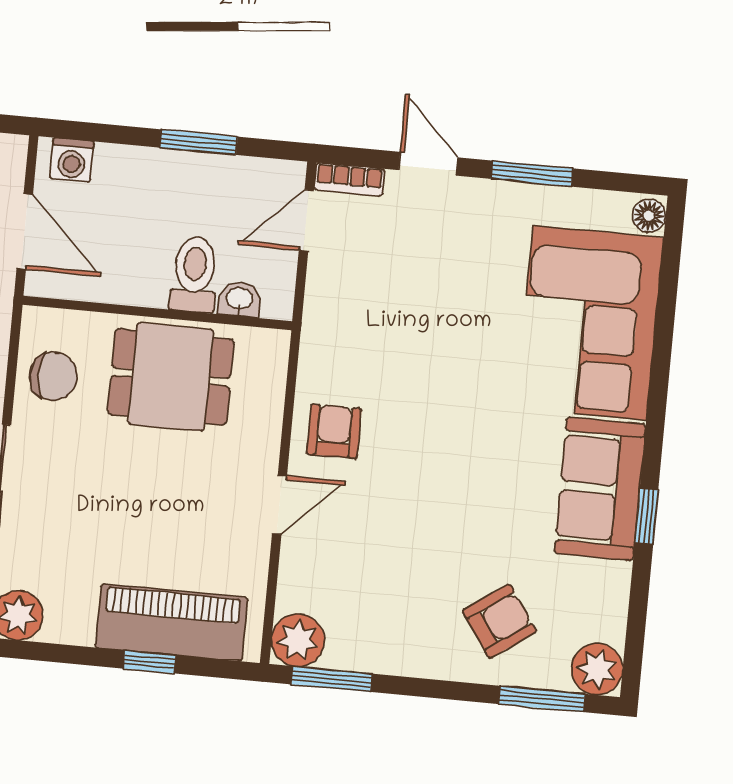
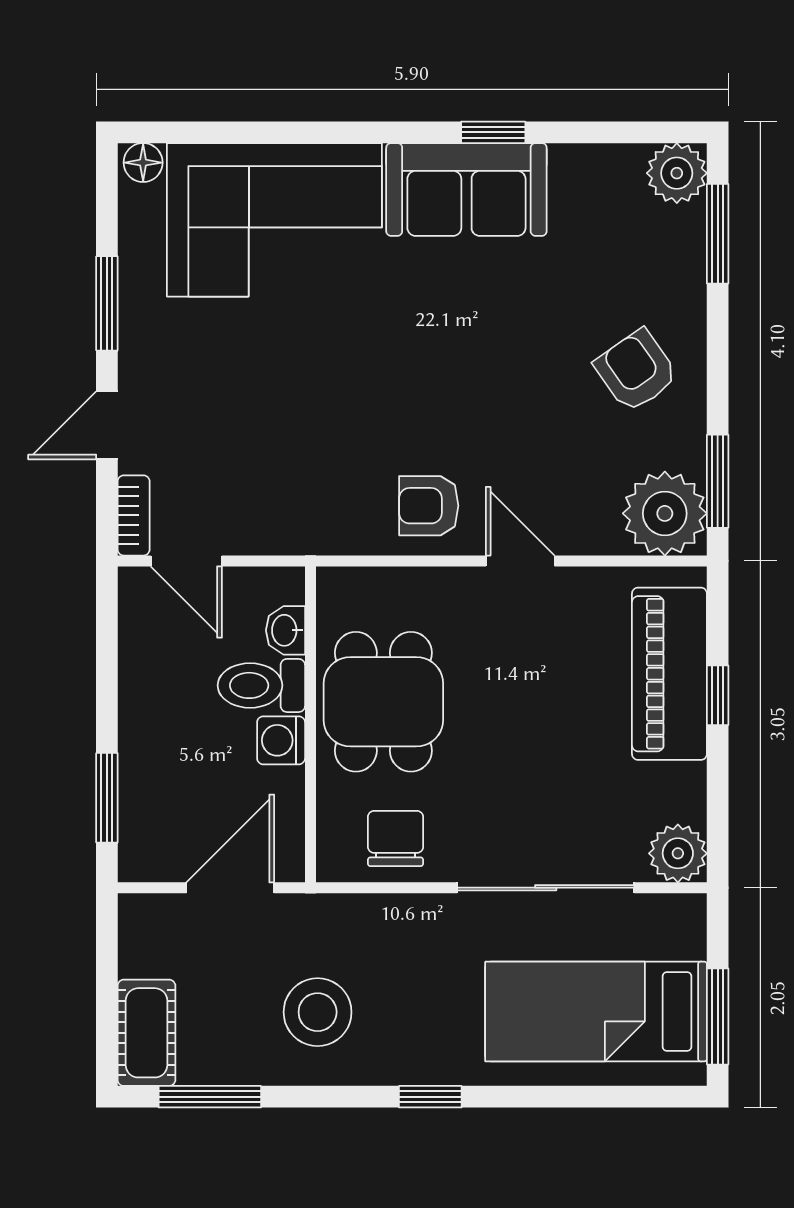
window: (199, 142) -> (107, 798), moved
washing machine: (72, 160) -> (281, 740), moved, turned 180
armchair: (499, 621) -> (636, 371), moved
plant: (298, 640) -> (665, 513), width x1.36, depth x1.36

